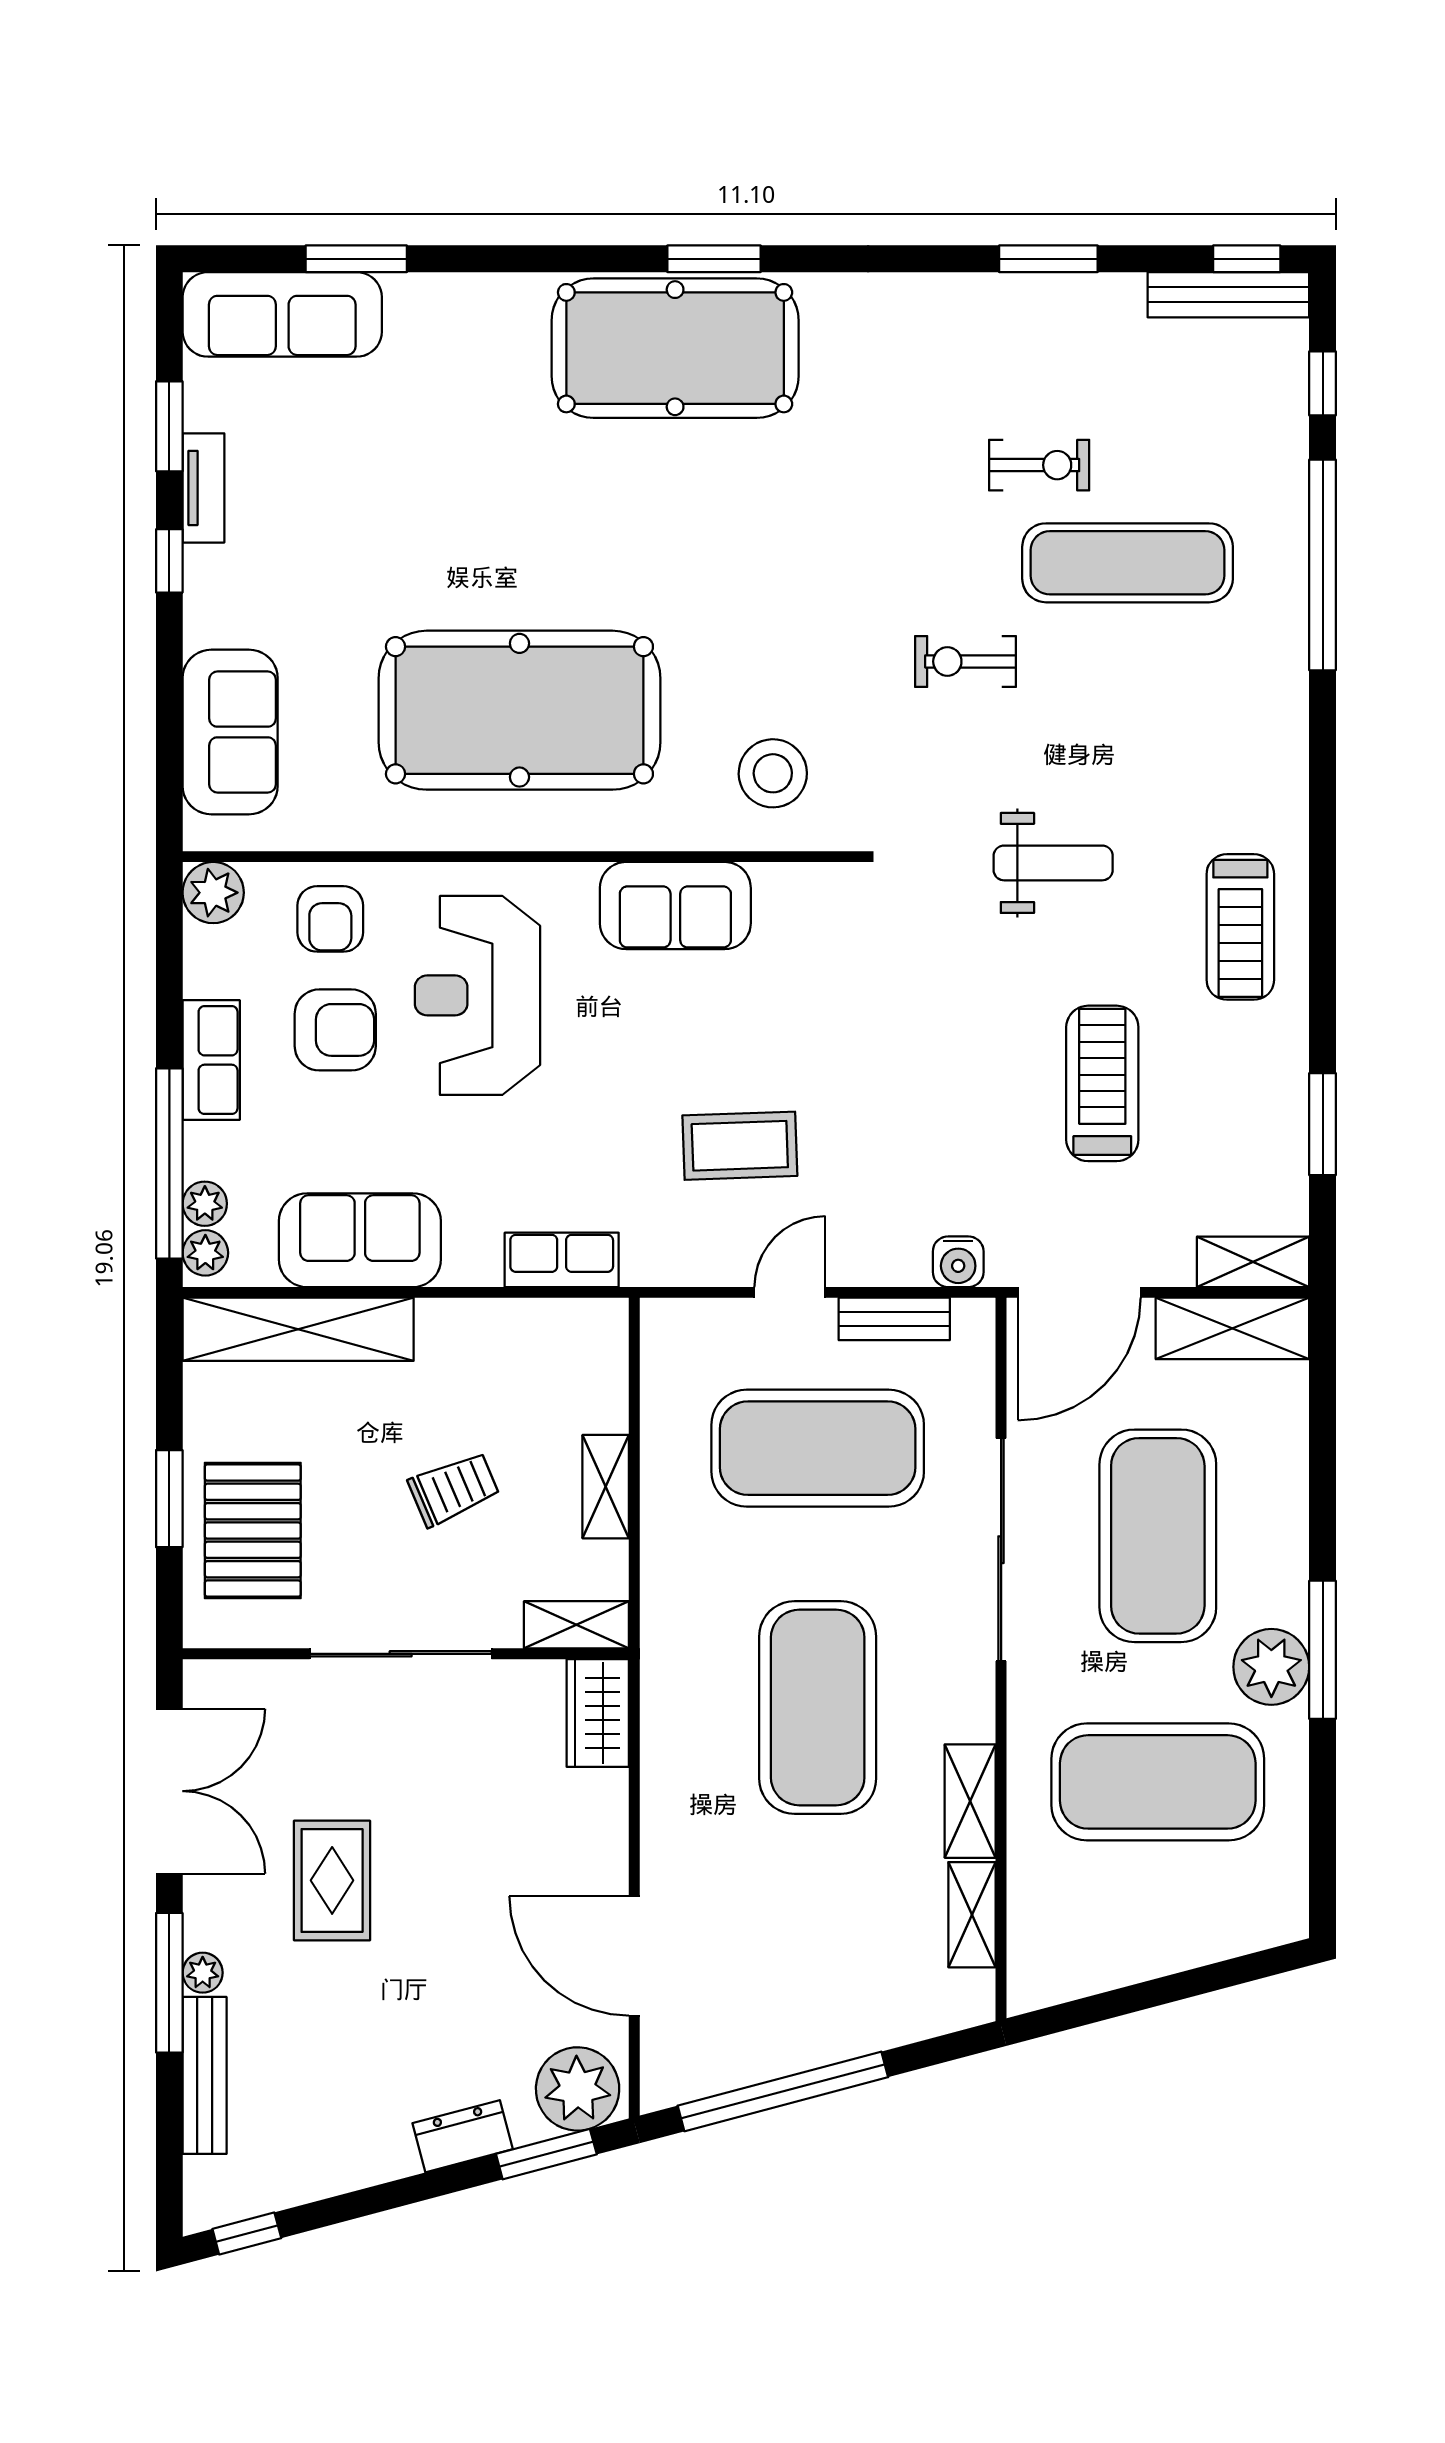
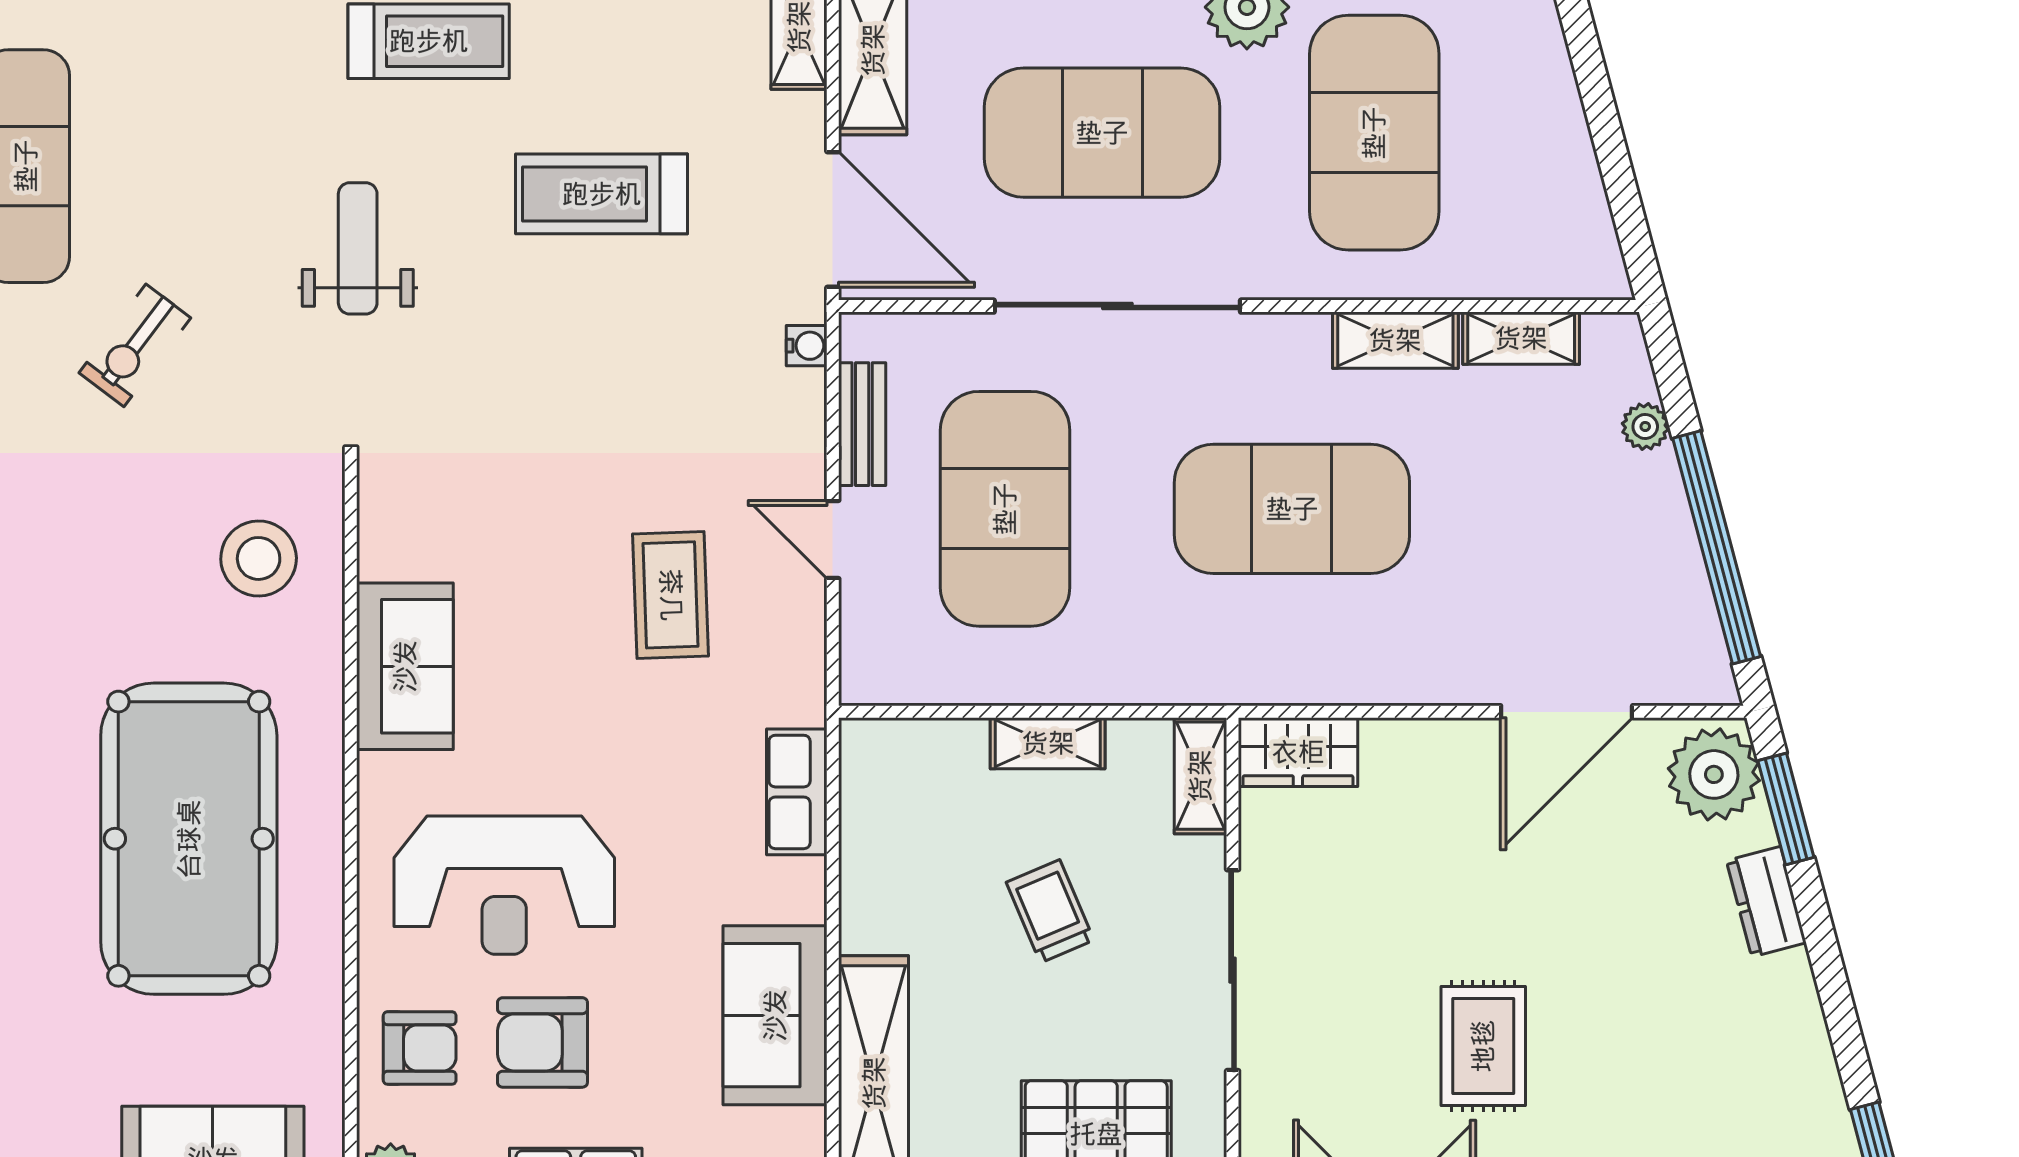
exercise bike: (965, 661) -> (135, 345), turned 37
armchair: (335, 1030) -> (542, 1042), turned -90
water cooler: (958, 1262) -> (807, 346), width x0.72, depth x0.72
rug: (332, 1880) -> (1483, 1046), turned 90
plant: (892, 2027) -> (1645, 426), added

